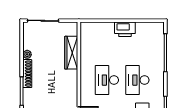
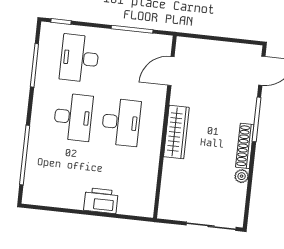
printer: (125, 29) -> (101, 201), moved
wardrobe: (71, 53) -> (176, 132), moved

